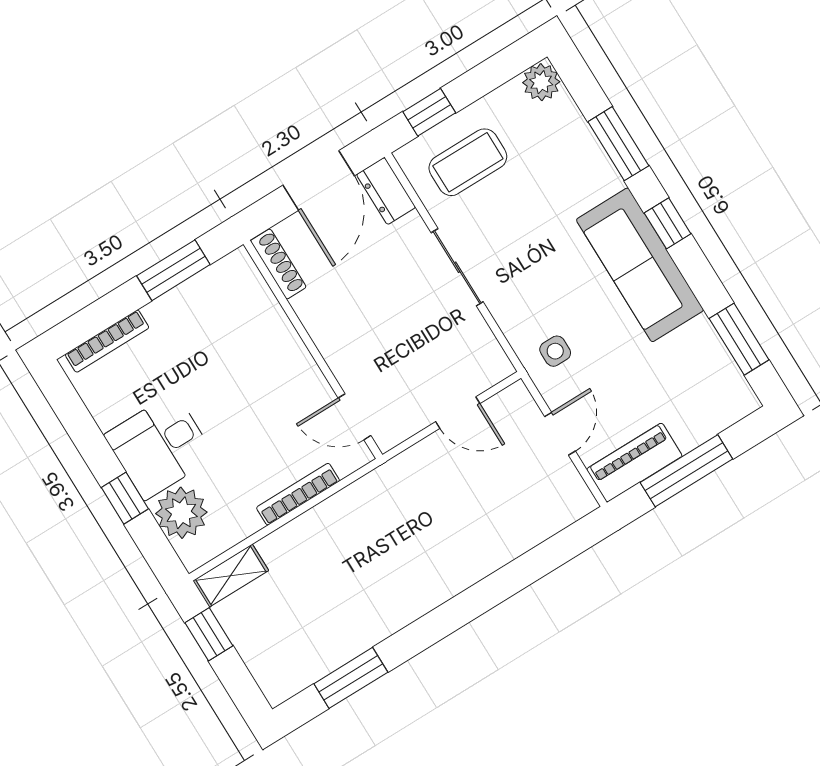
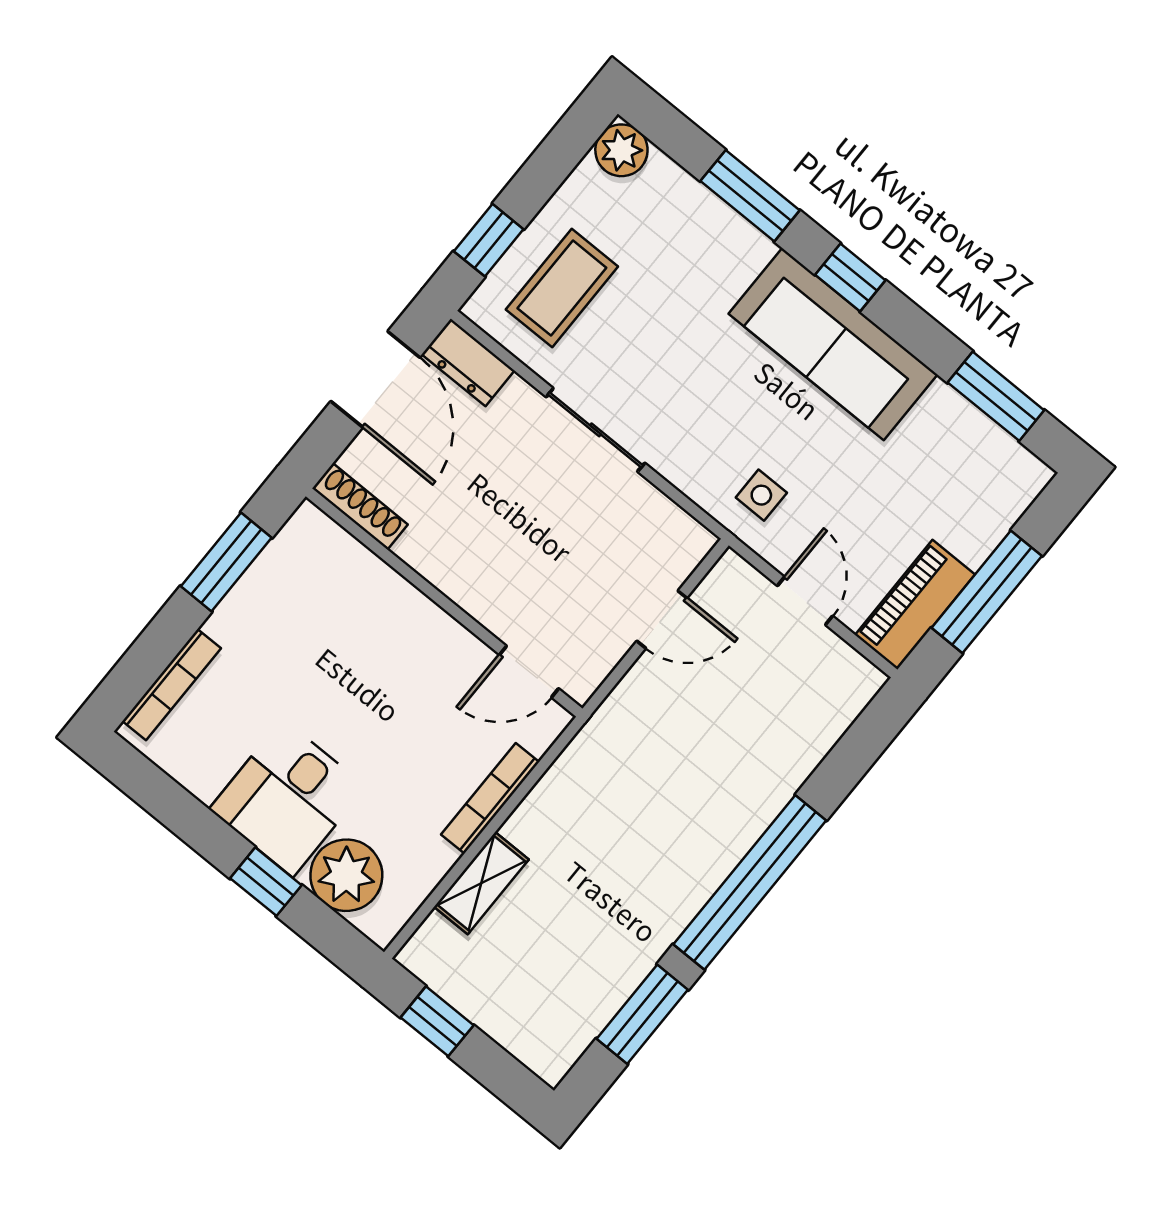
shelving: (231, 576) -> (481, 883), moved
window: (456, 613) -> (750, 882), added

